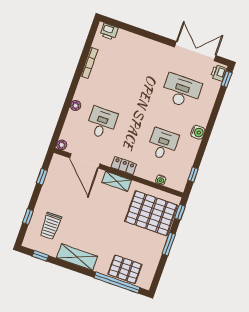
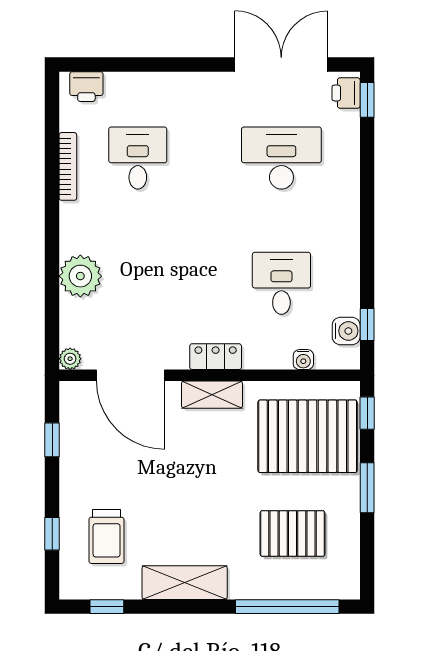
plant: (76, 106) -> (80, 276), width x1.87, depth x1.87
desk: (102, 123) -> (138, 158), moved
water cooler: (198, 132) -> (346, 331), moved
pallet: (125, 269) -> (292, 533), moved

